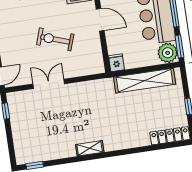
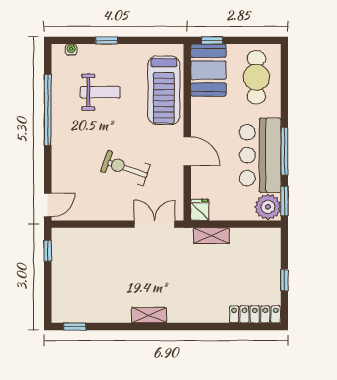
shelving: (145, 81) -> (211, 236), width x0.45, depth x0.75
double door: (49, 84) -> (155, 224), moved

